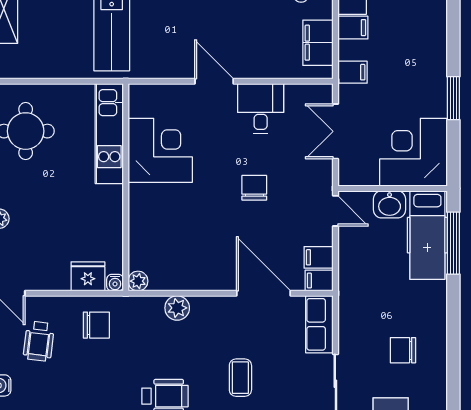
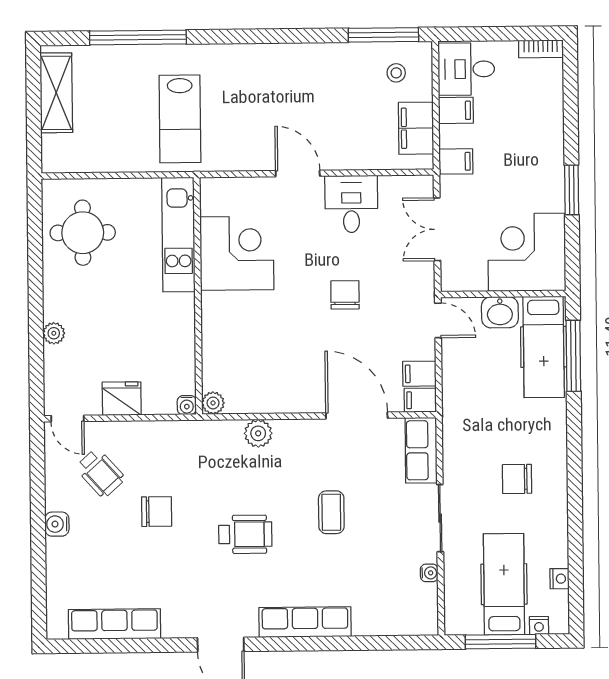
fridge: (88, 276) -> (122, 399), moved
chair: (96, 325) -> (157, 512), moved
wheelchair: (39, 341) -> (100, 473), turned -49

